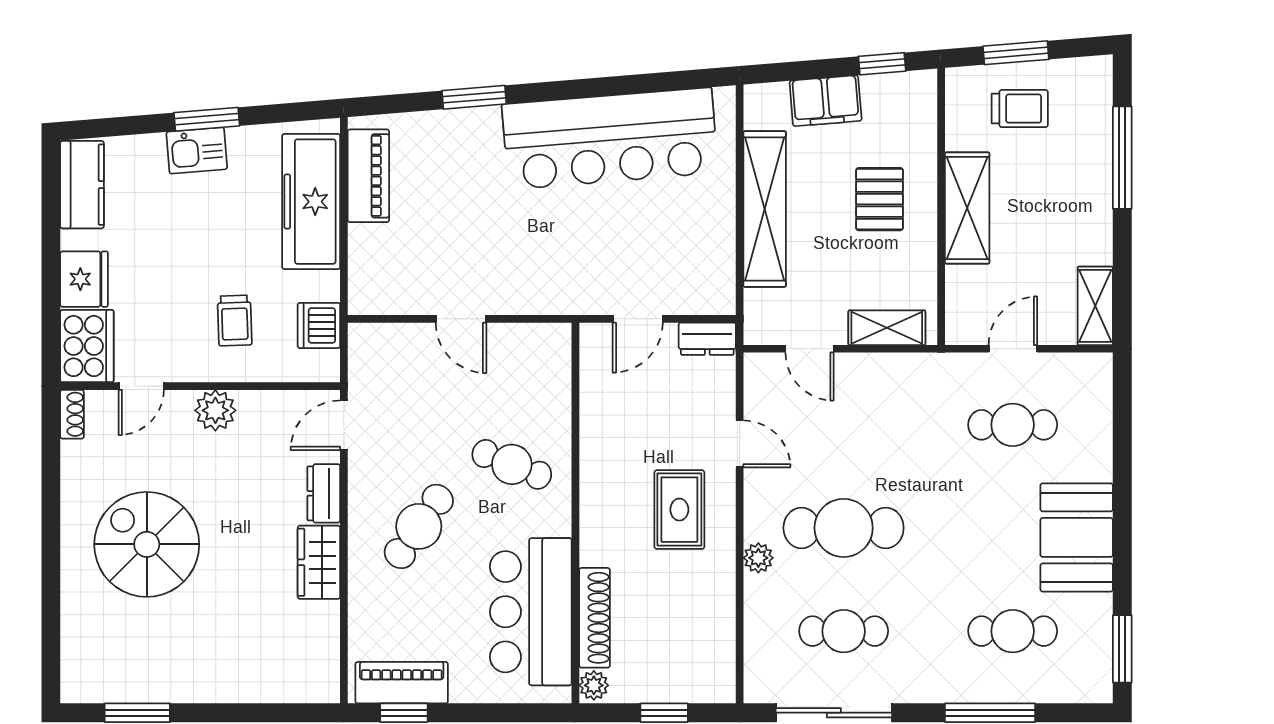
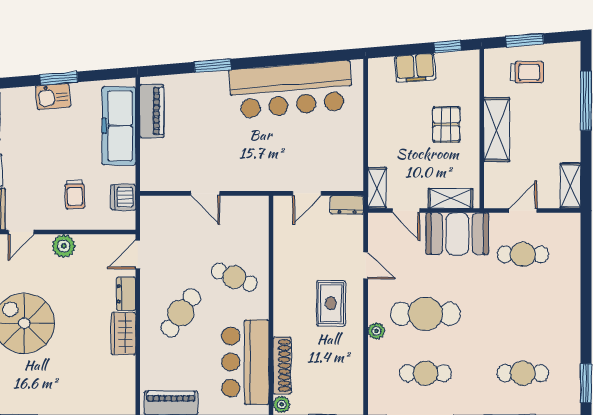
shelving: (765, 209) -> (377, 188), moved, width x0.45, depth x0.75
booth: (1077, 537) -> (457, 234), moved, turned 90

